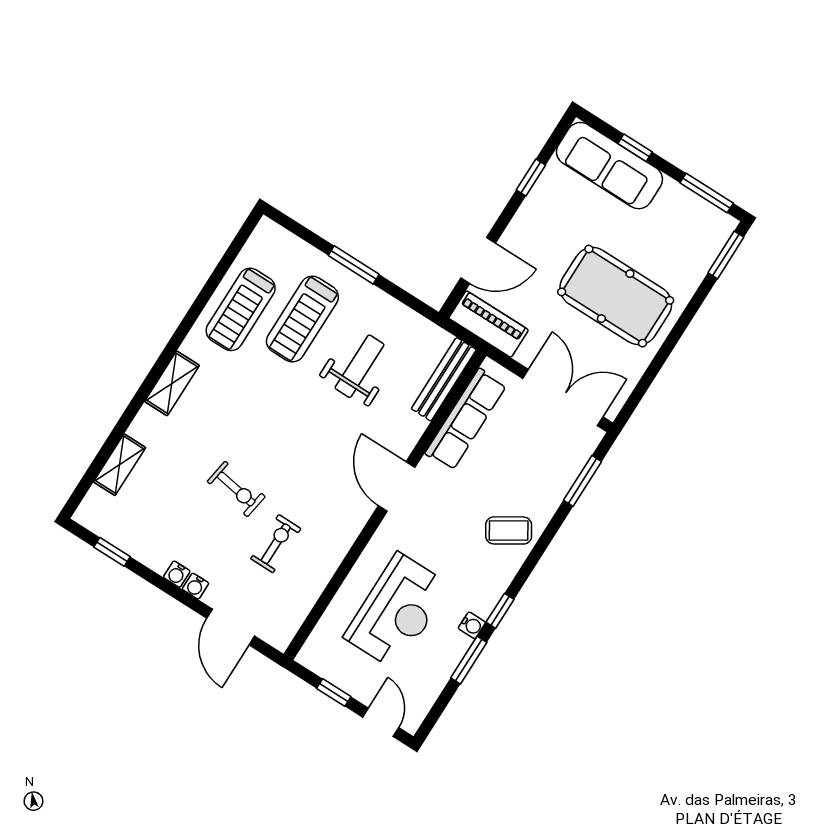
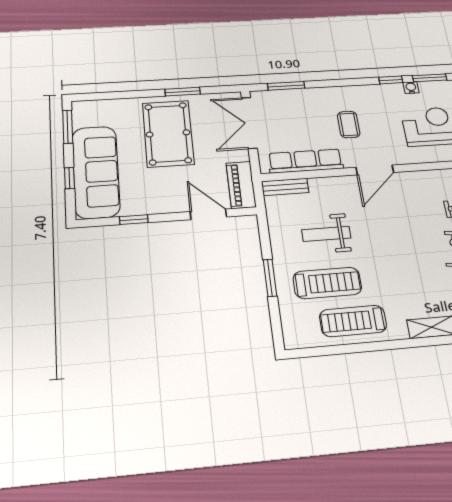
sofa: (609, 166) -> (96, 172), width x1.36, depth x1.27
window: (726, 255) -> (183, 92), moved
treadmill: (241, 309) -> (353, 321), turned 180
bench: (444, 379) -> (285, 187), width x0.73
coffee table: (509, 530) -> (349, 125), moved, turned 32

